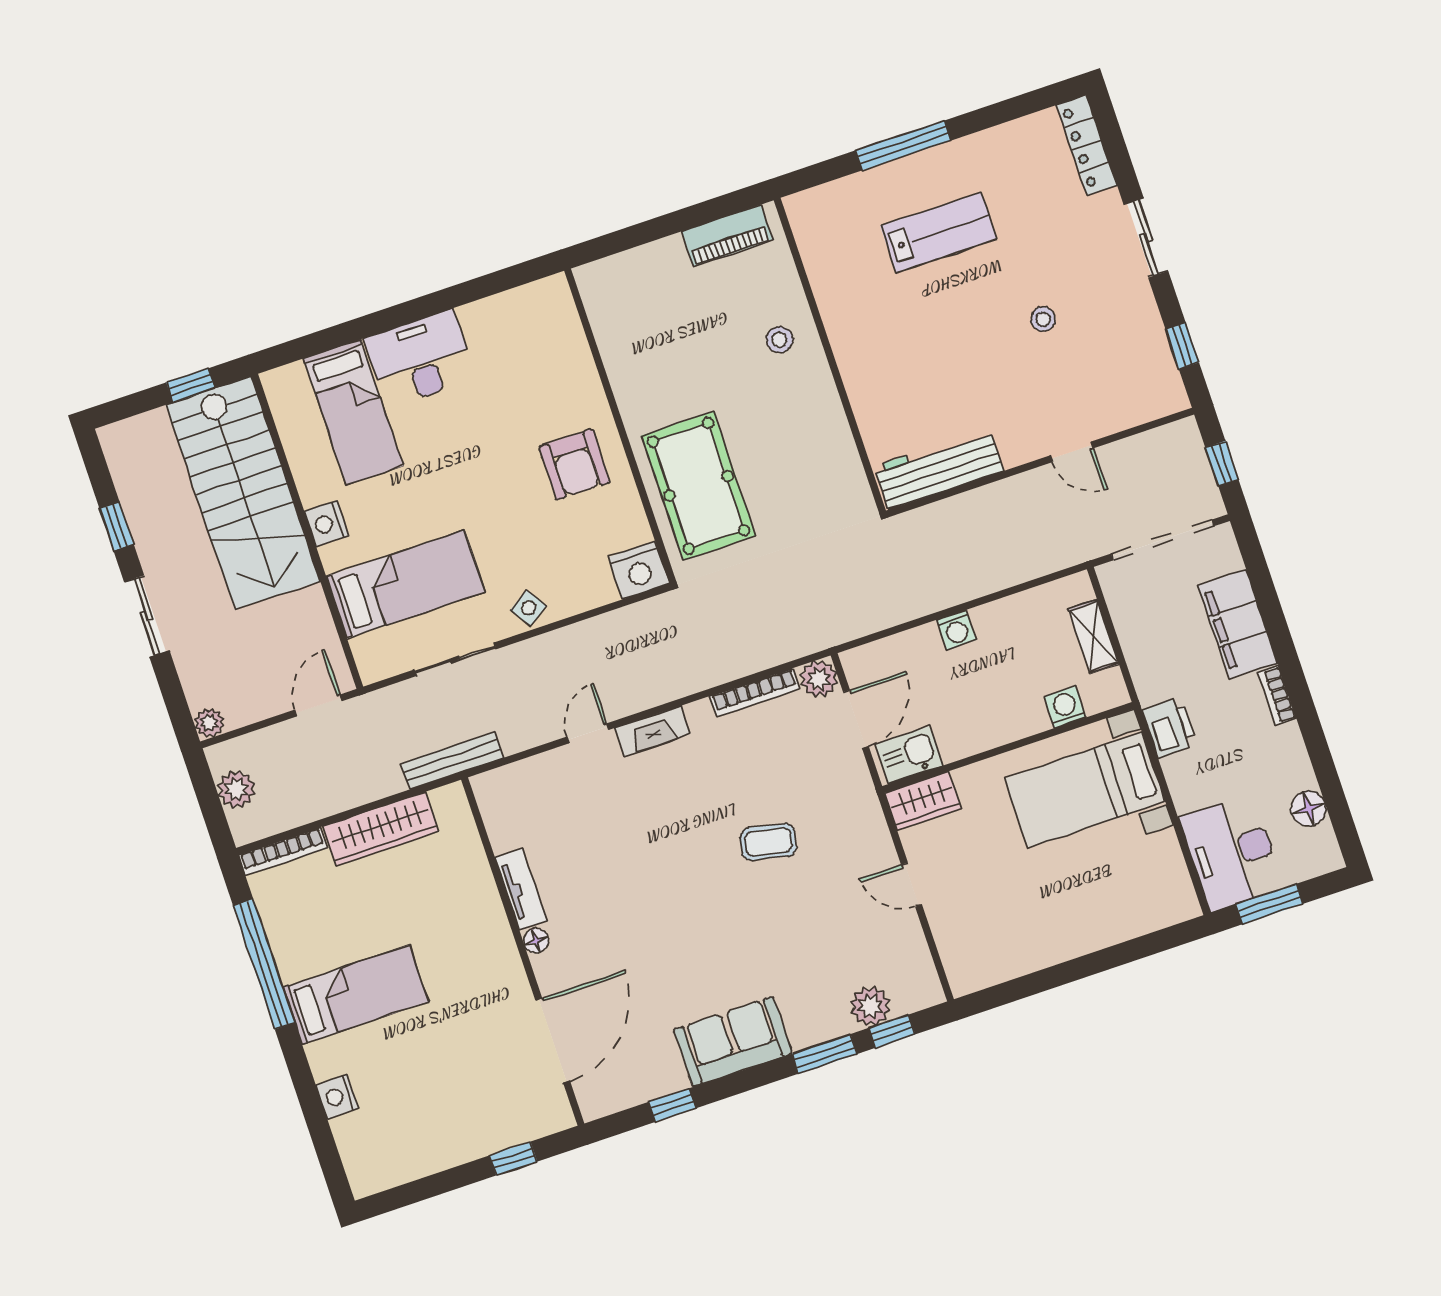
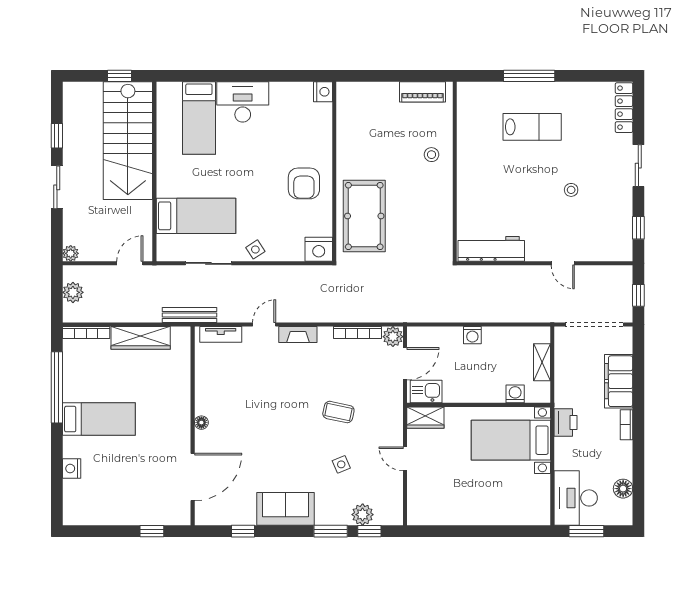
nightstand: (326, 524) -> (323, 92), moved, turned 180
tv unit: (521, 889) -> (221, 334), moved, turned 90
side table: (804, 931) -> (341, 464), added

